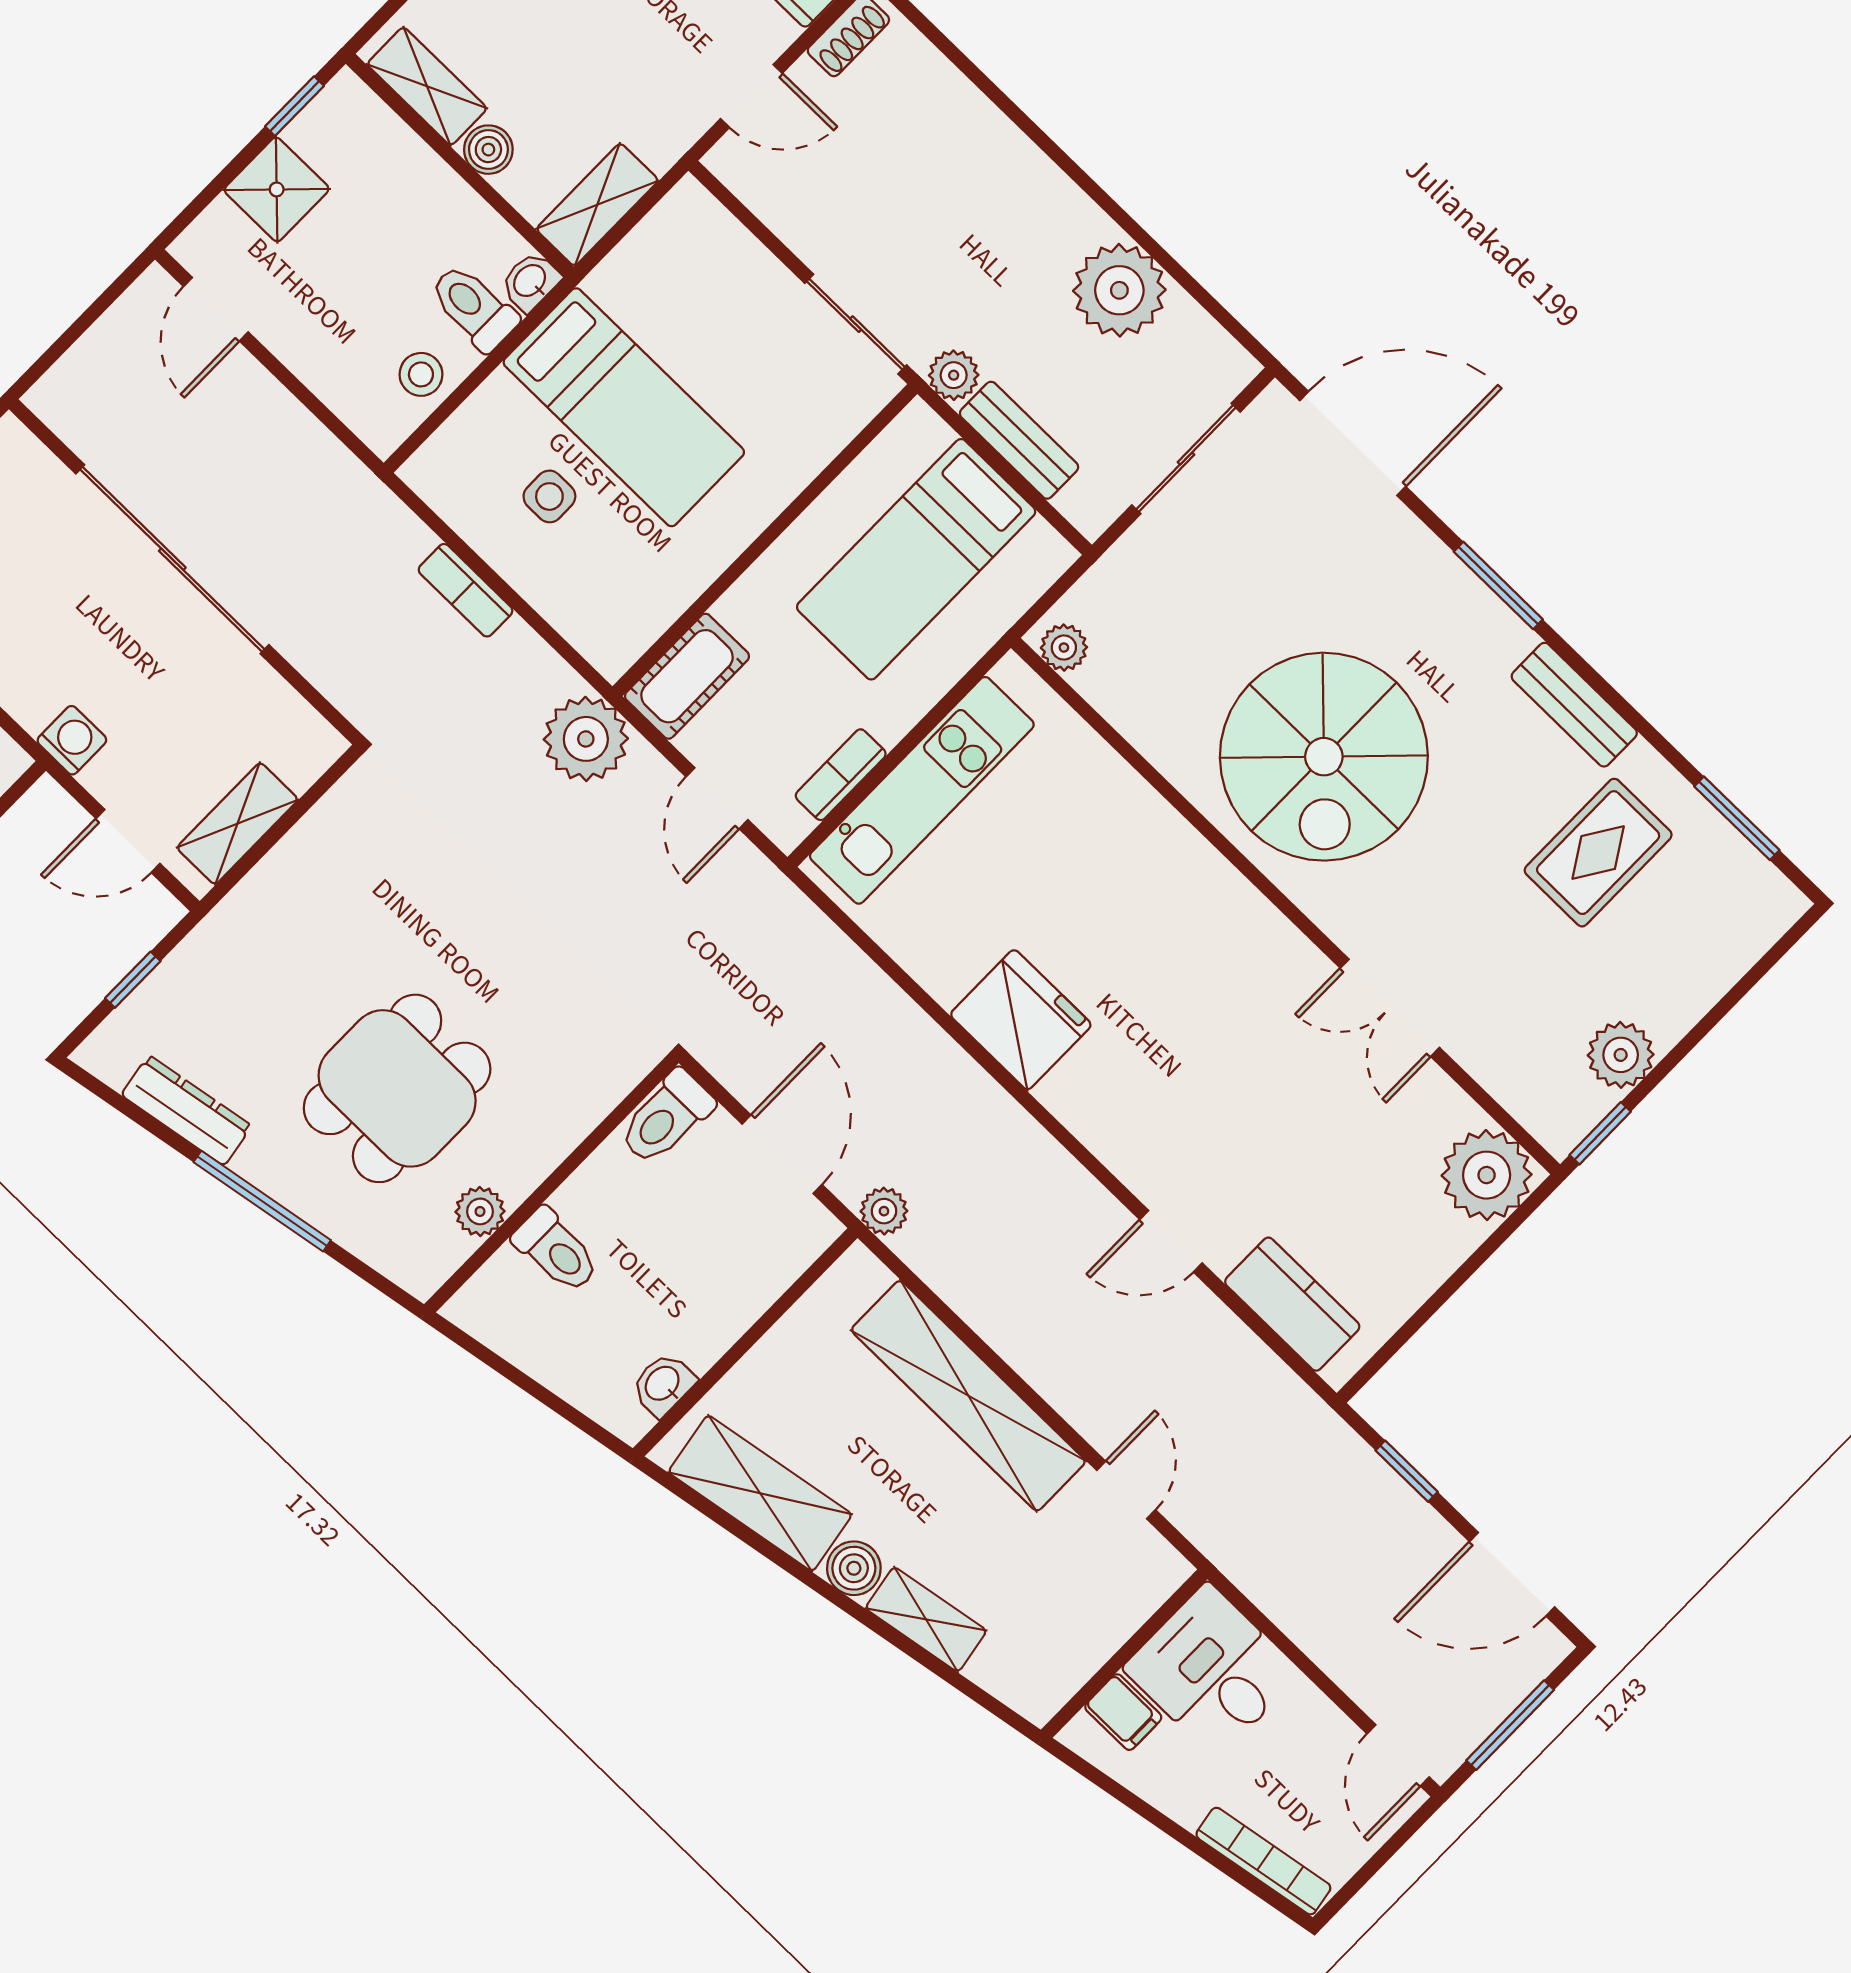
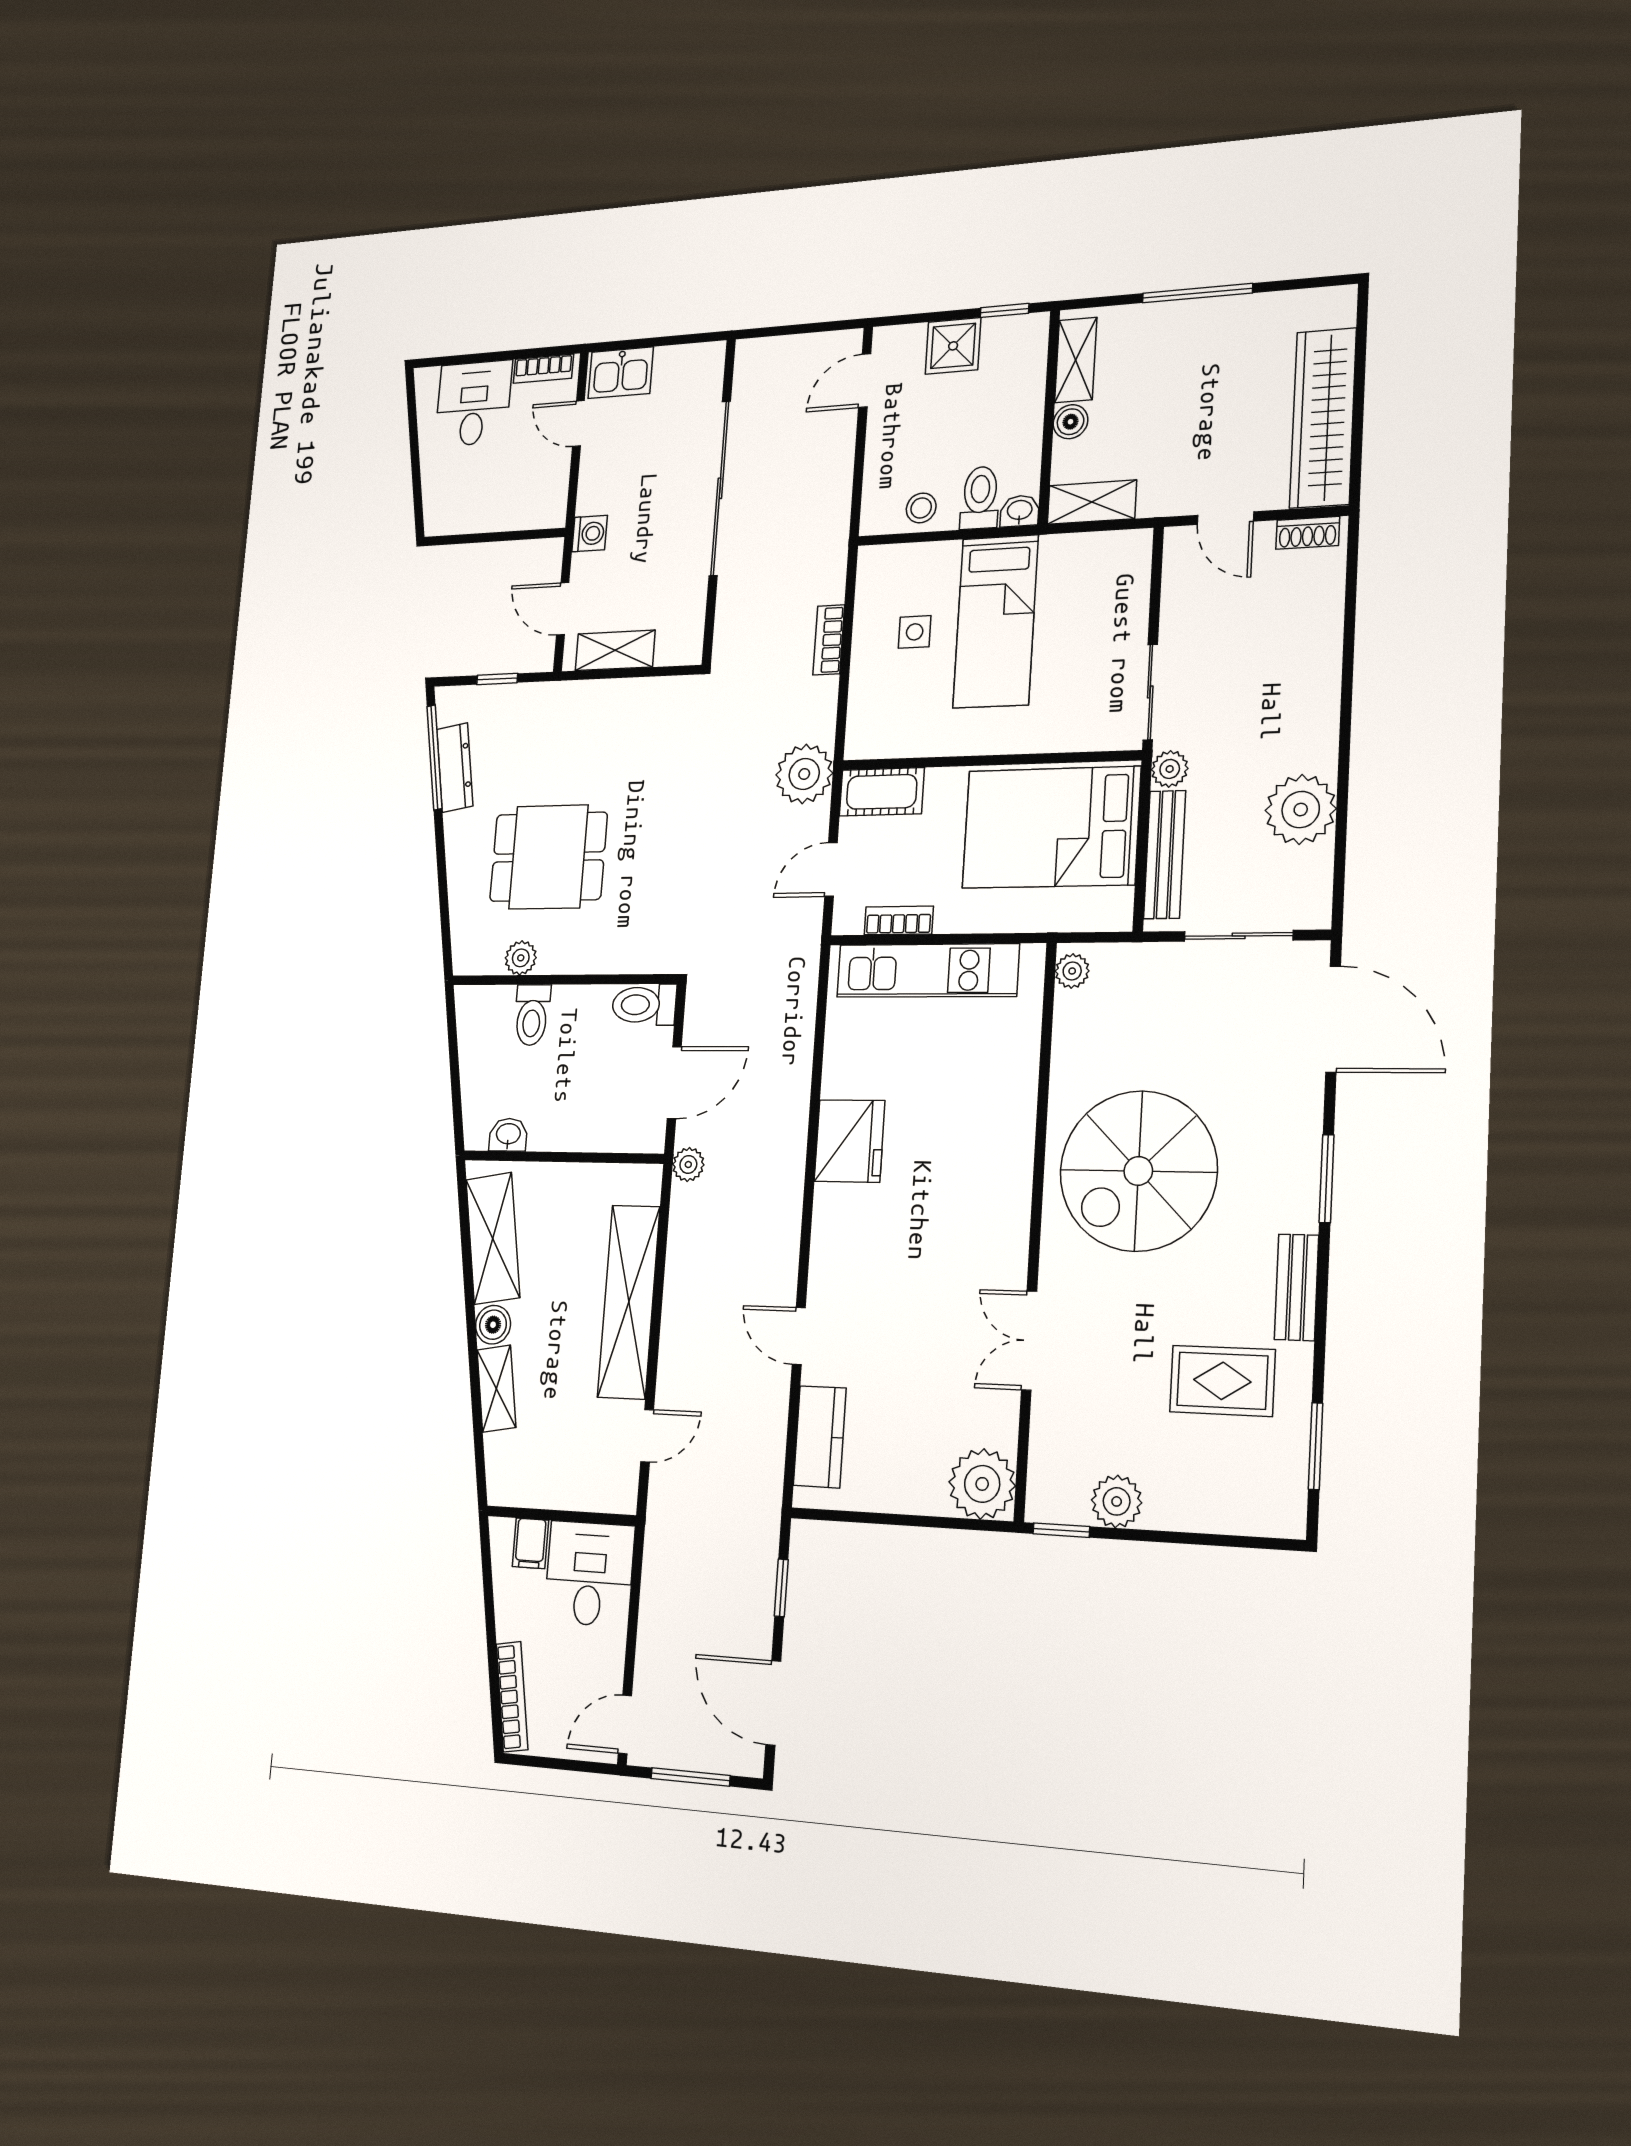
bench: (1019, 440) -> (1165, 855), width x1.36
bed: (916, 559) -> (1051, 827), width x1.50
window: (262, 1201) -> (434, 757), moved

